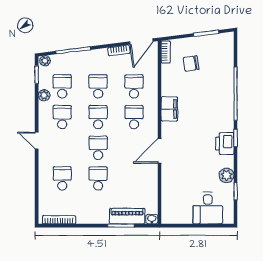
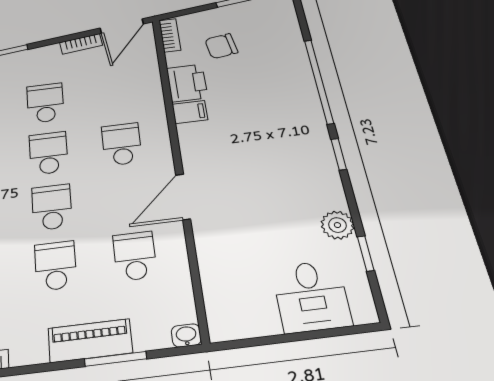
school desk: (134, 86) -> (135, 256), moved
filing cabinet: (169, 109) -> (190, 112), width x0.50
printer: (225, 144) -> (187, 83), moved, turned 180
piano: (127, 216) -> (90, 341), moved

